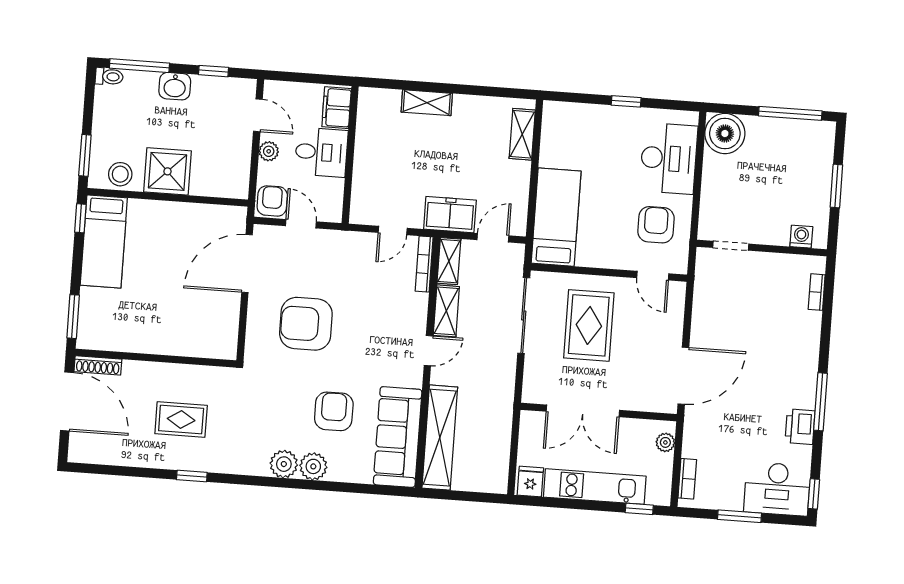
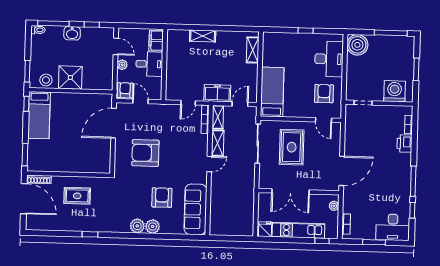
washing machine: (801, 237) -> (395, 91), width x1.89, depth x1.89
rug: (181, 420) -> (77, 196), moved
printer: (800, 427) -> (405, 143), moved
shelving: (440, 438) -> (217, 209), removed
window: (814, 494) -> (412, 210), moved

